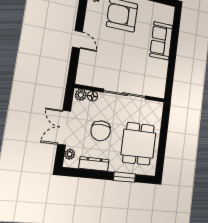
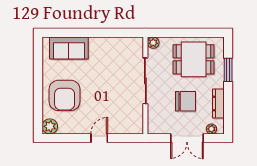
sofa: (161, 41) -> (69, 48), moved
plant: (81, 95) -> (153, 43), moved
floor lamp: (93, 96) -> (153, 115), removed

